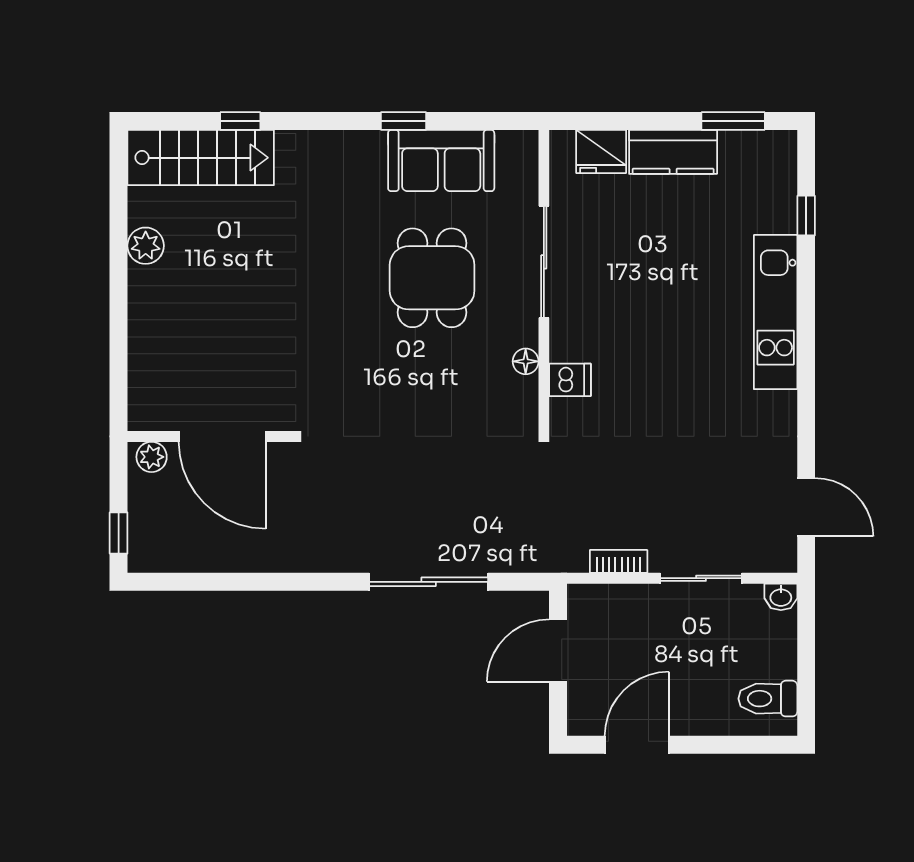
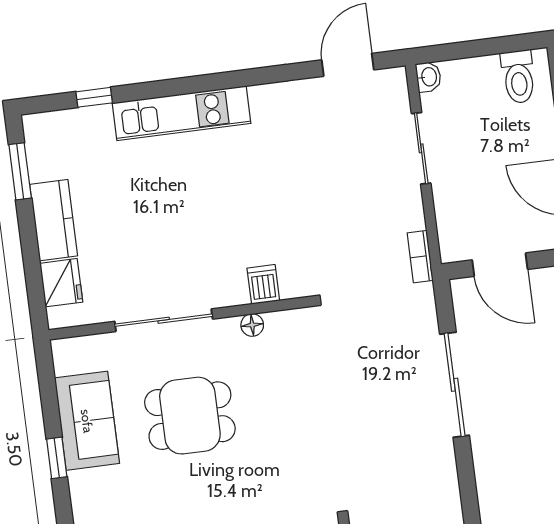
bookcase: (619, 561) -> (420, 257), moved

